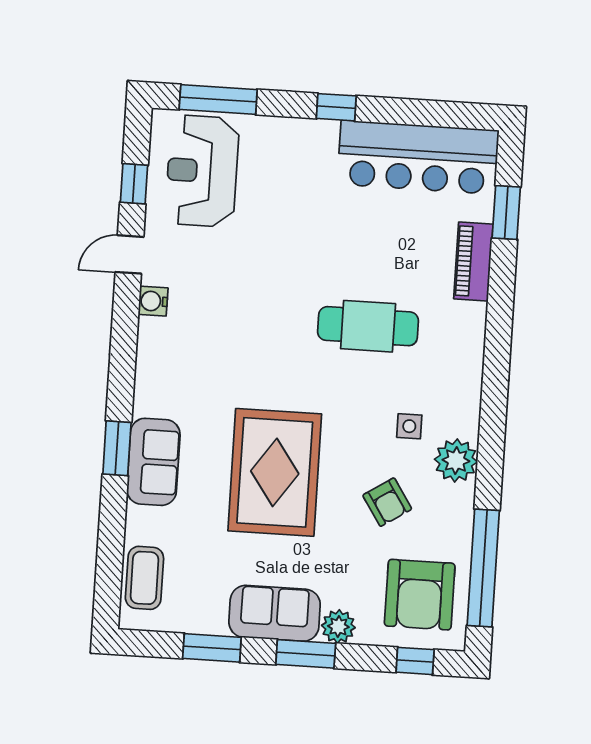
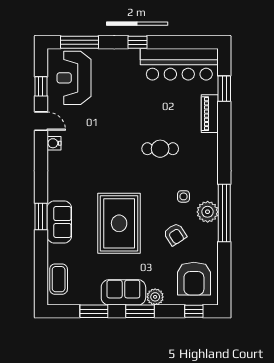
door: (129, 254) -> (41, 121), swing flipped
cafe table: (368, 326) -> (160, 149), width x0.73, depth x0.74
window: (483, 568) -> (224, 213), moved

